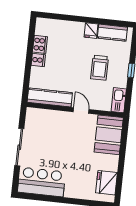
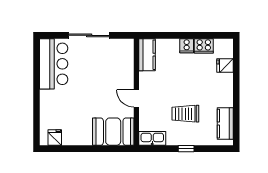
fridge: (91, 31) -> (225, 65), moved
kitchen counter: (50, 97) -> (147, 55), width x0.67
door: (81, 111) -> (136, 99), swing flipped
fridge: (106, 183) -> (55, 138), width x0.53, depth x0.75

